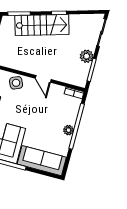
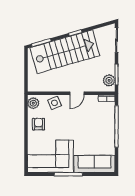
stairs: (42, 25) -> (65, 52), width x1.36, depth x1.51
plant: (87, 56) -> (109, 80), moved
door: (43, 79) -> (77, 93), hinge flipped
plant: (69, 130) -> (110, 132), removed

